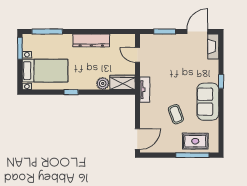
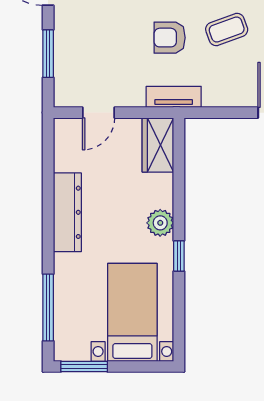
plant: (103, 83) -> (160, 223), moved
armchair: (172, 88) -> (170, 38), added

